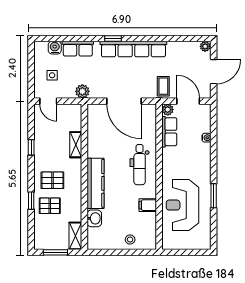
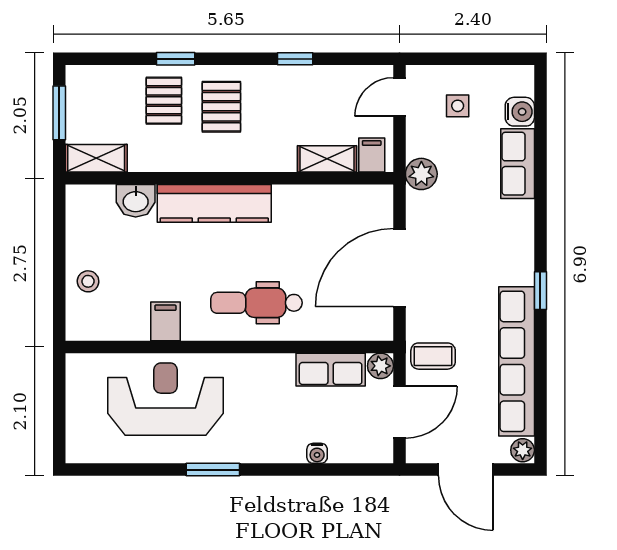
window: (113, 38) -> (540, 291), moved
row of seats: (133, 49) -> (517, 361), moved
filing cabinet: (74, 113) -> (372, 155), added
shelving: (76, 145) -> (327, 159), moved
window: (214, 196) -> (213, 470), moved

